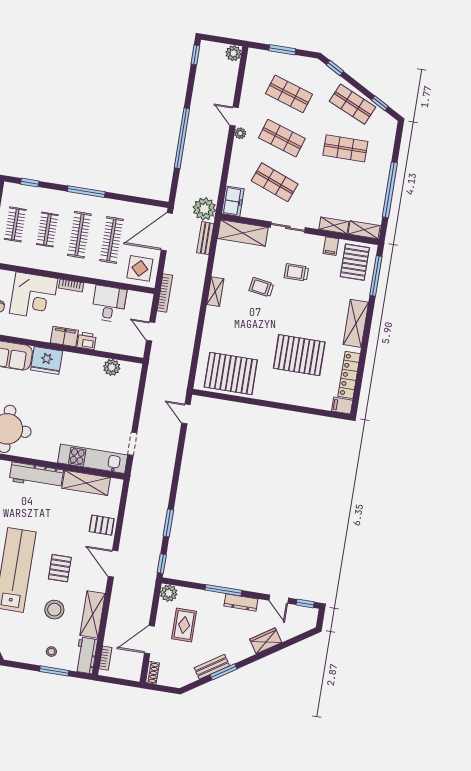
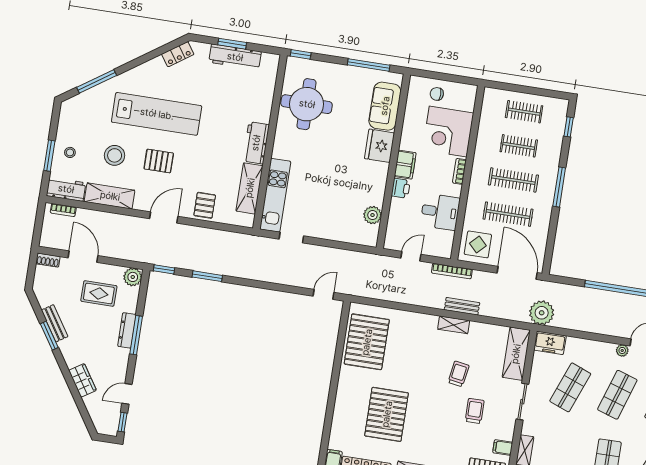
bench: (205, 238) -> (462, 306), moved
workbench: (36, 475) -> (256, 143), width x0.73
dresser: (241, 602) -> (127, 330), moved

